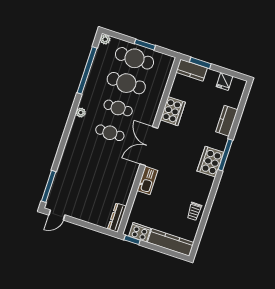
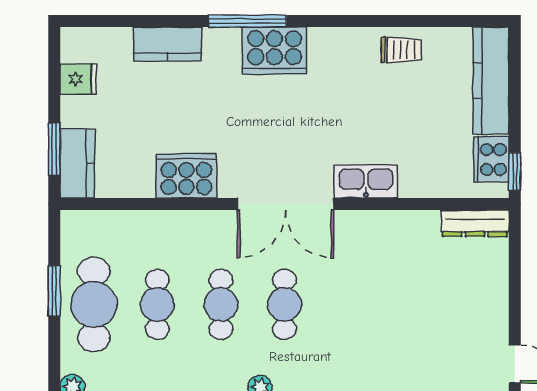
cafe table: (126, 83) -> (157, 304), width x0.73, depth x0.74

